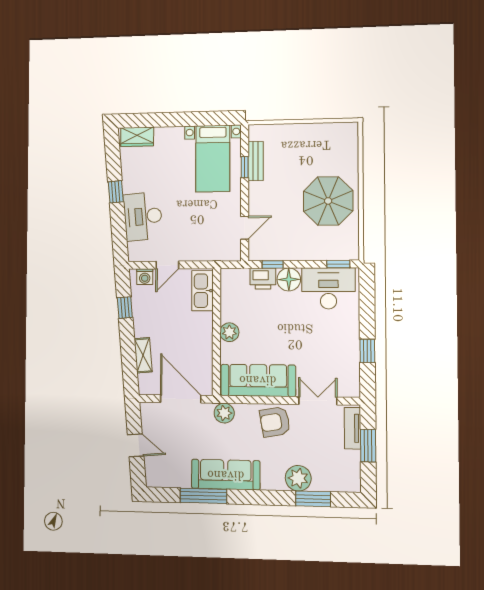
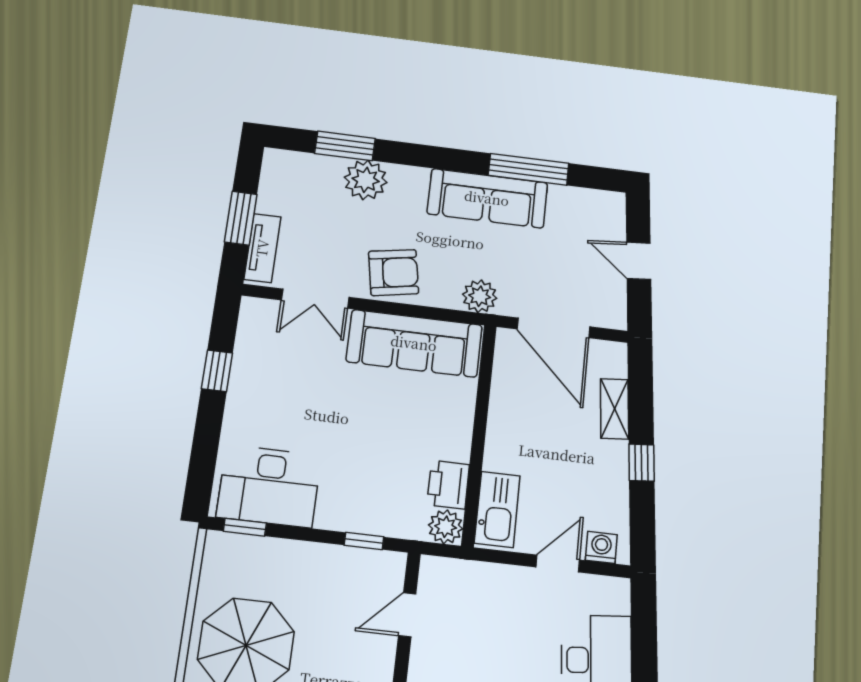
printer: (263, 279) -> (448, 485), moved, turned -90
floor lamp: (289, 279) -> (338, 510), removed
window: (125, 308) -> (642, 463), moved
plant: (229, 332) -> (446, 527), moved

